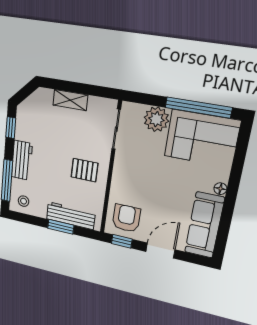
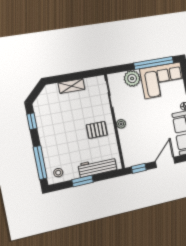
workbench: (22, 160) -> (48, 142), removed
plant: (119, 175) -> (121, 124), added
armchair: (126, 218) -> (136, 151), removed
window: (61, 227) -> (83, 181), moved

